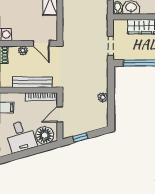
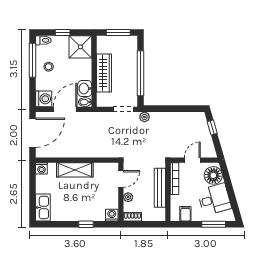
plant: (103, 97) -> (144, 117), moved
door: (60, 114) -> (192, 160), swing flipped
window: (80, 138) -> (212, 128), moved

